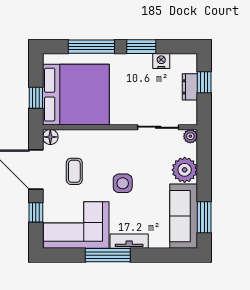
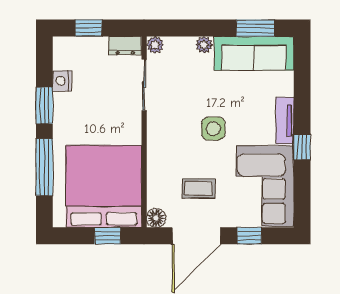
dresser: (190, 87) -> (125, 46), moved
plant: (185, 170) -> (204, 45), width x0.53, depth x0.53
window: (108, 255) -> (302, 147), width x0.46

